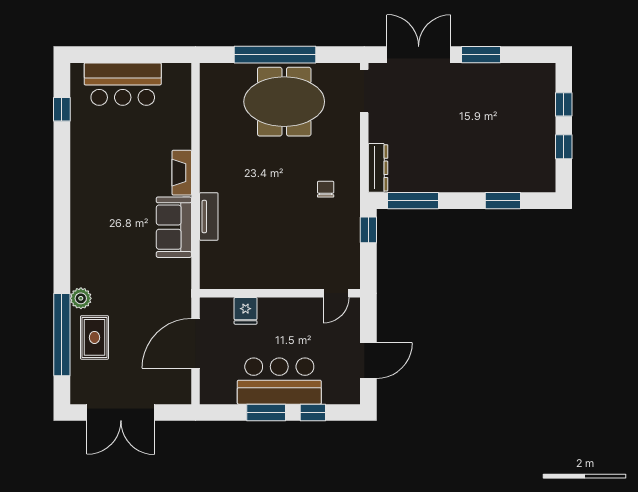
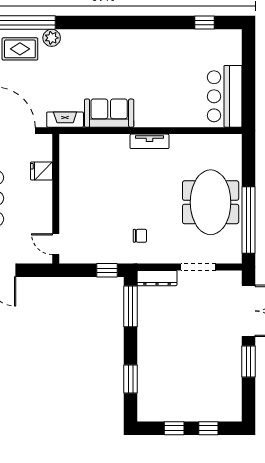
window: (275, 55) -> (249, 220), moved
bar counter: (123, 84) -> (225, 96), moved
doorway: (364, 91) -> (198, 267), moved
fireplace: (182, 173) -> (65, 120), moved
tv unit: (209, 217) -> (150, 141), moved

